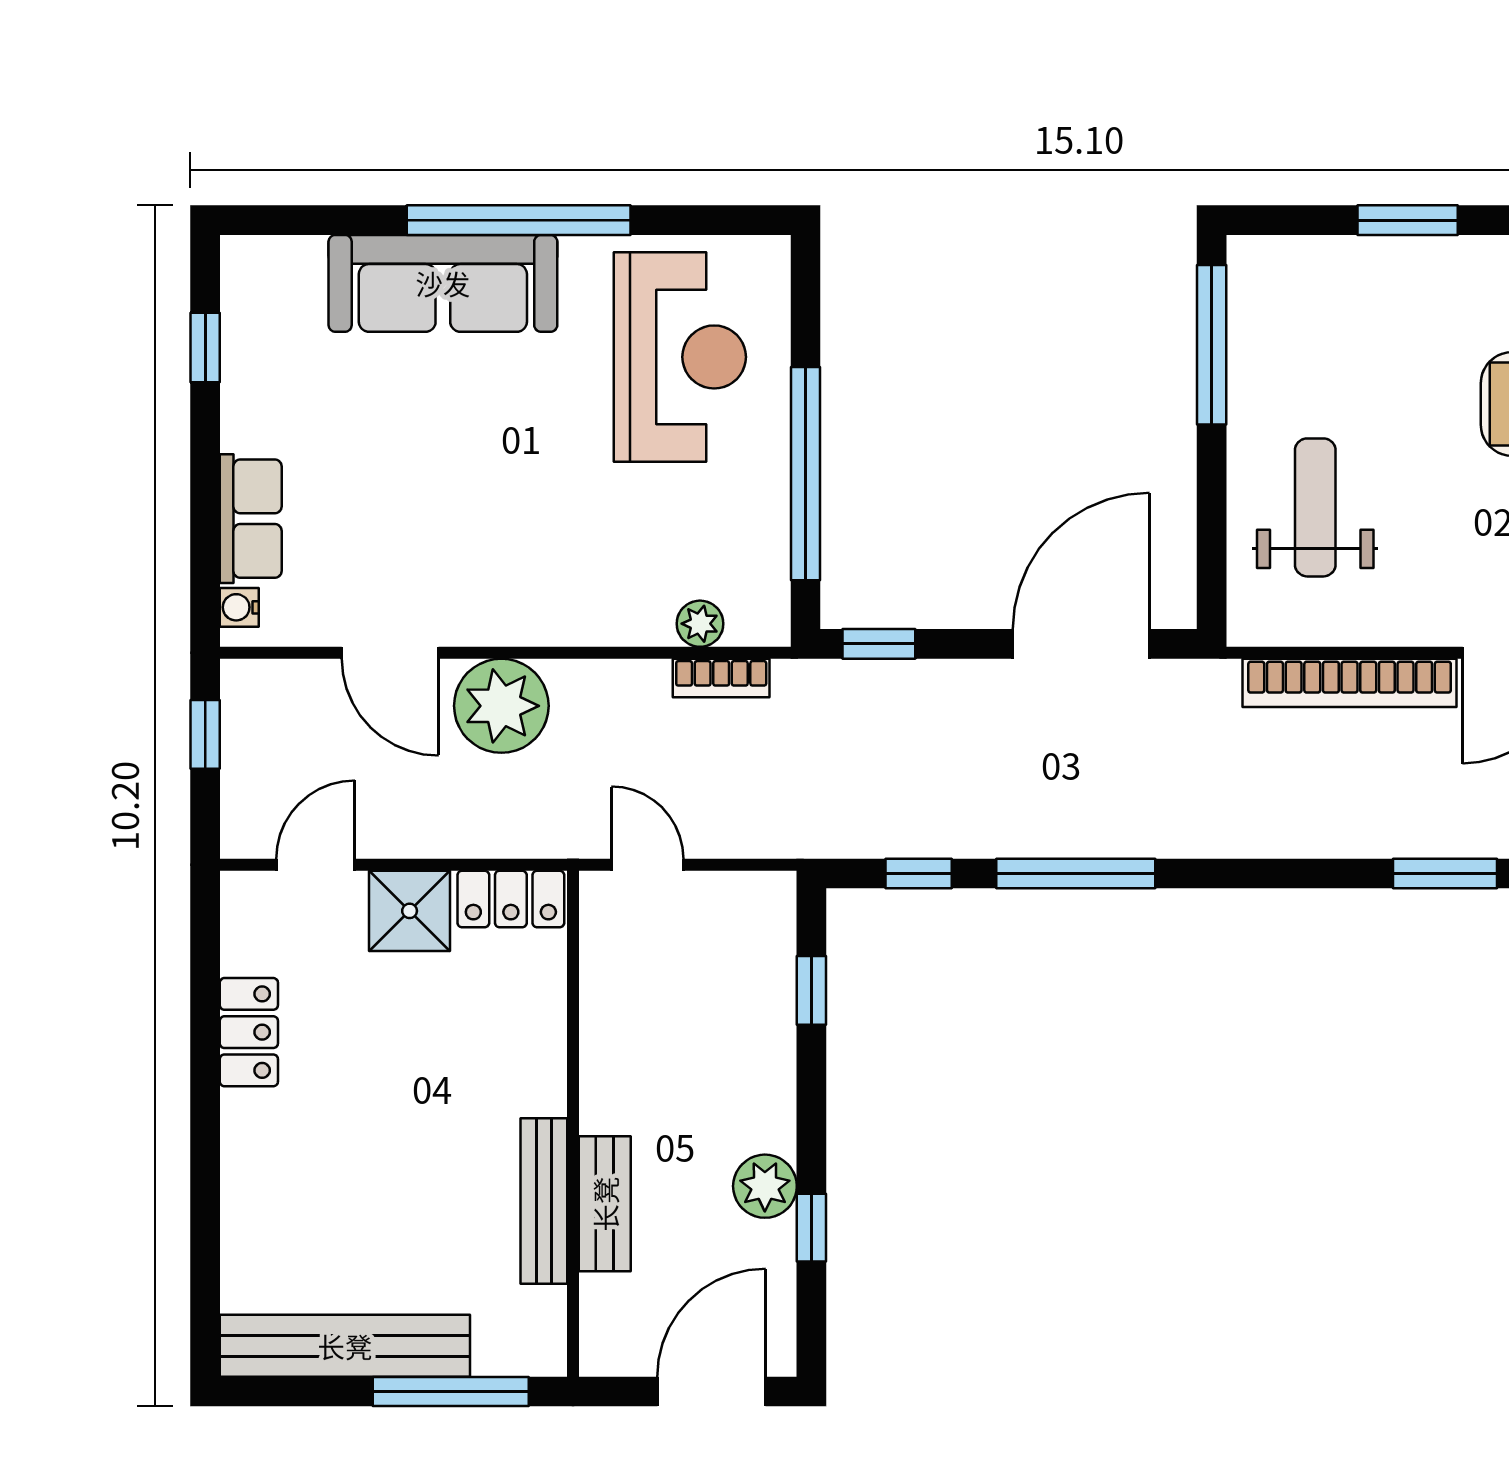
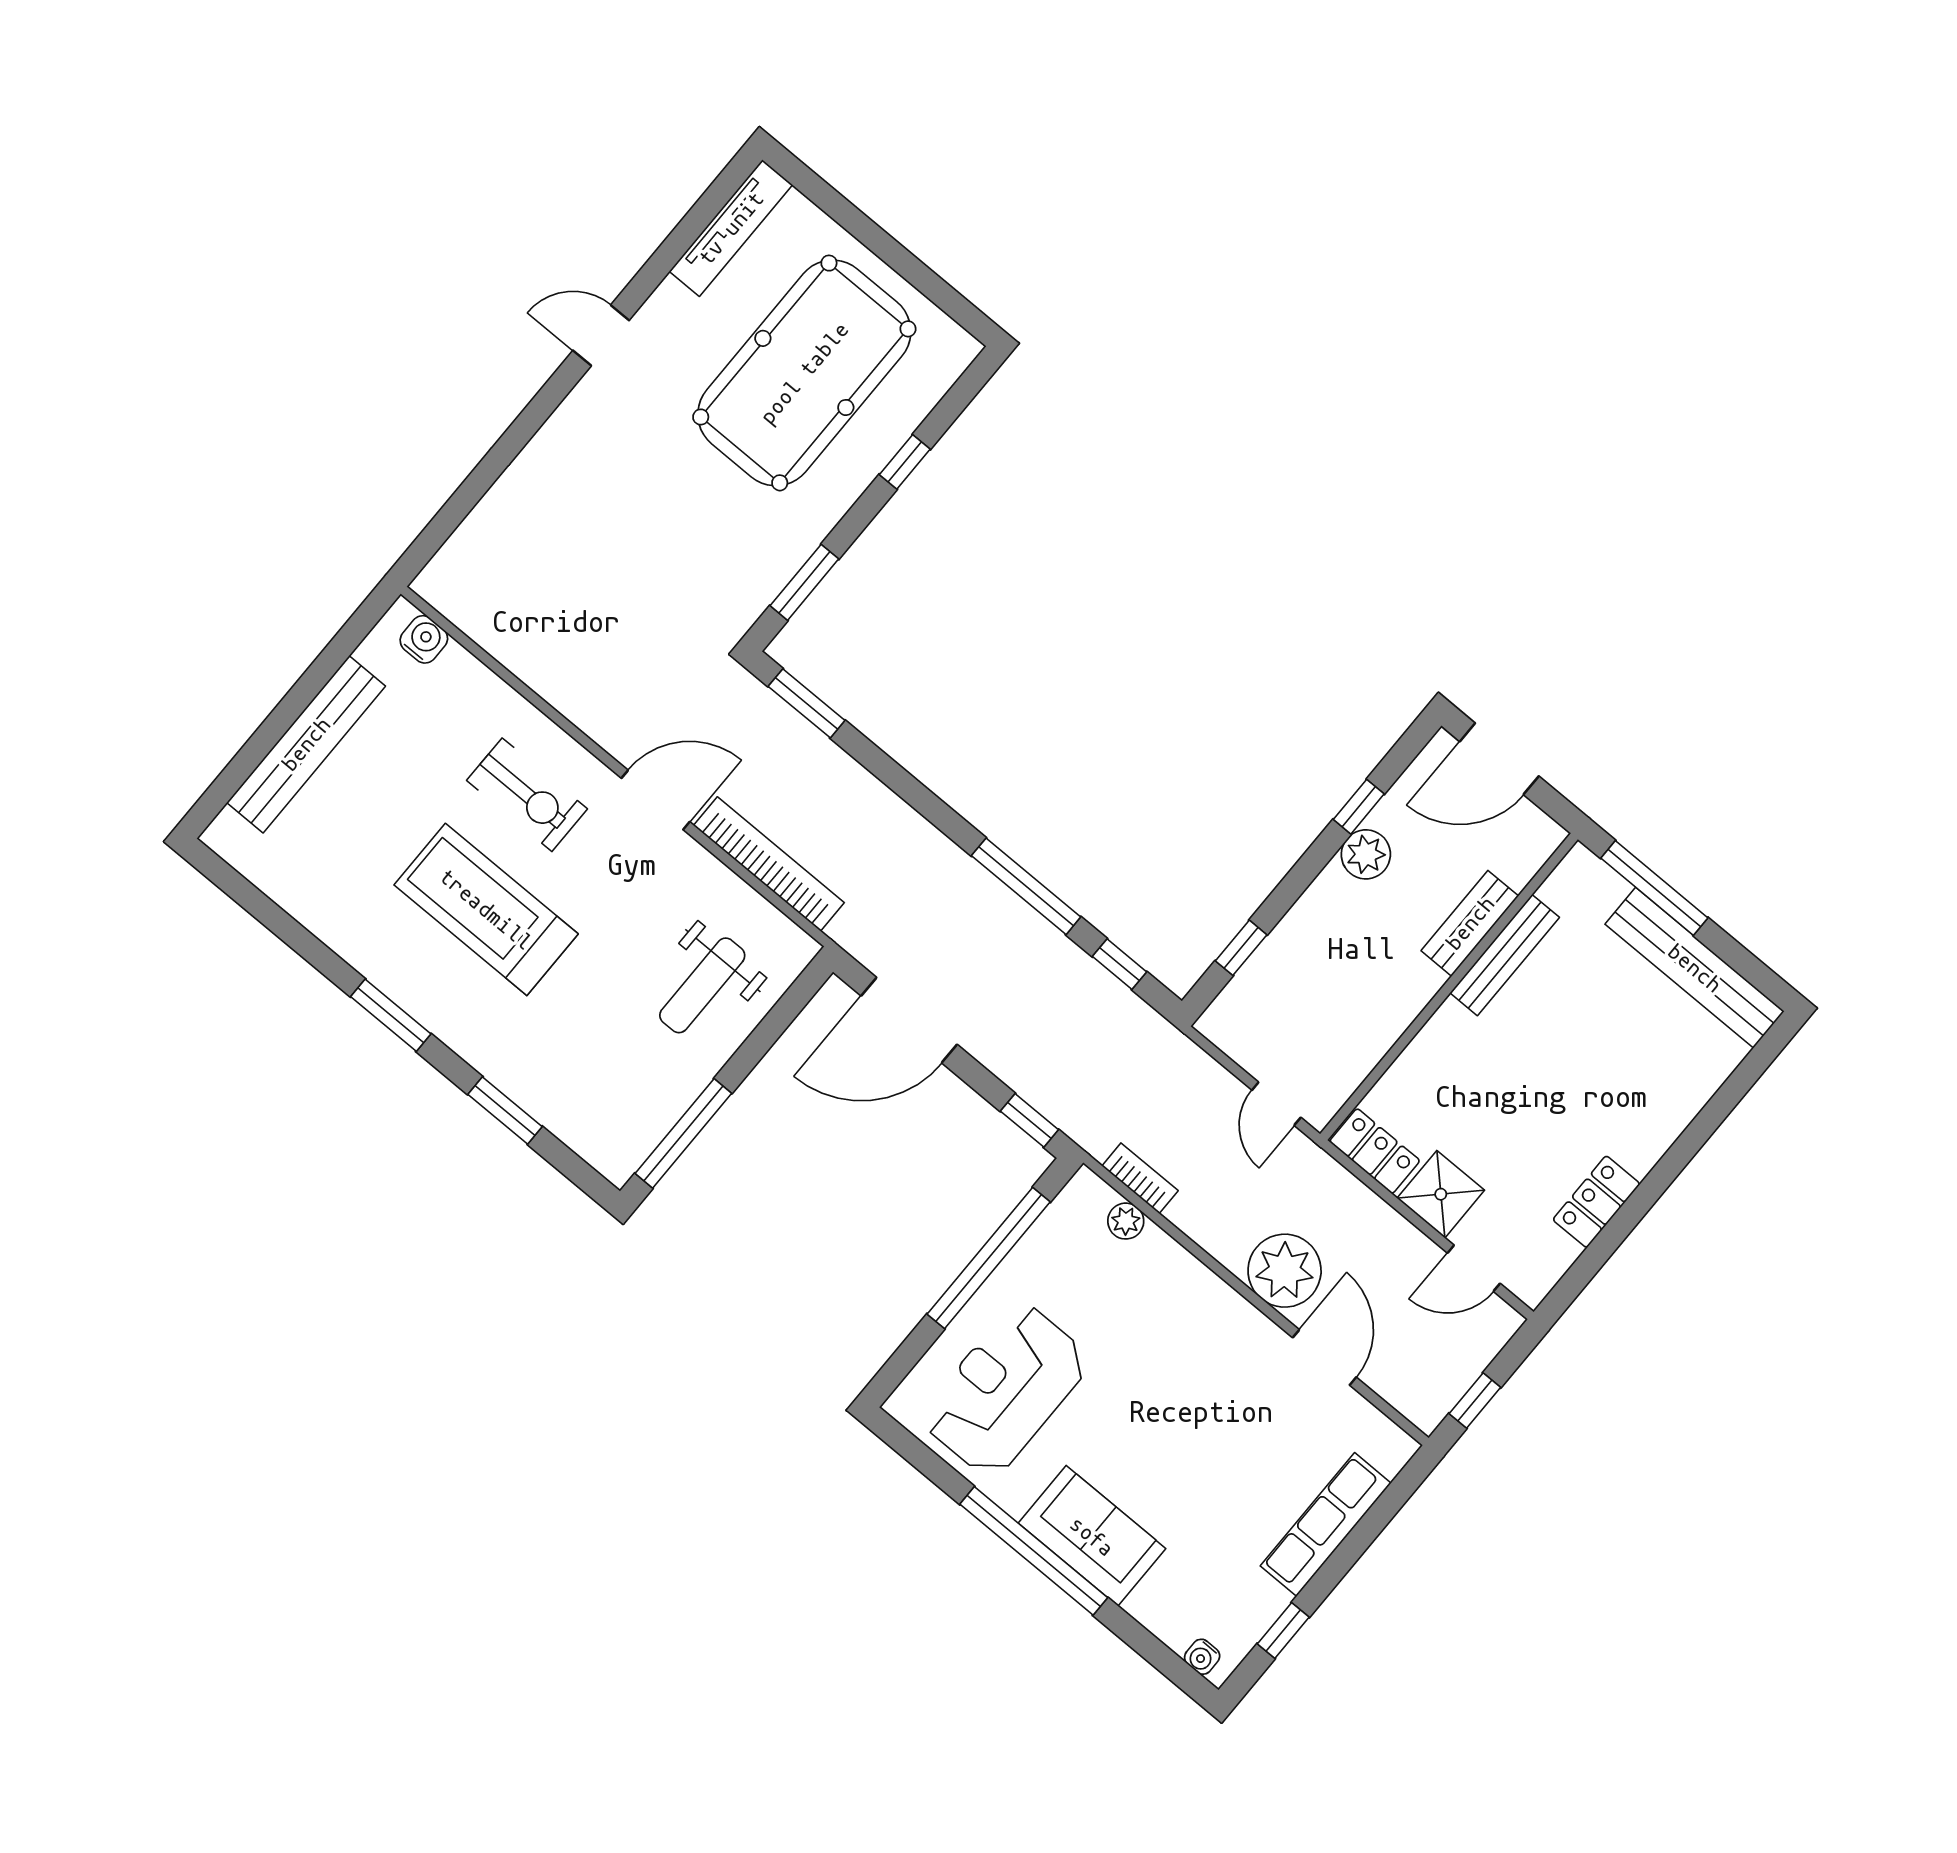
sofa: (443, 283) -> (1092, 1536), width x0.73
row of seats: (251, 519) -> (1326, 1524), width x1.48
water cooler: (239, 607) -> (1202, 1657), moved, turned 90

